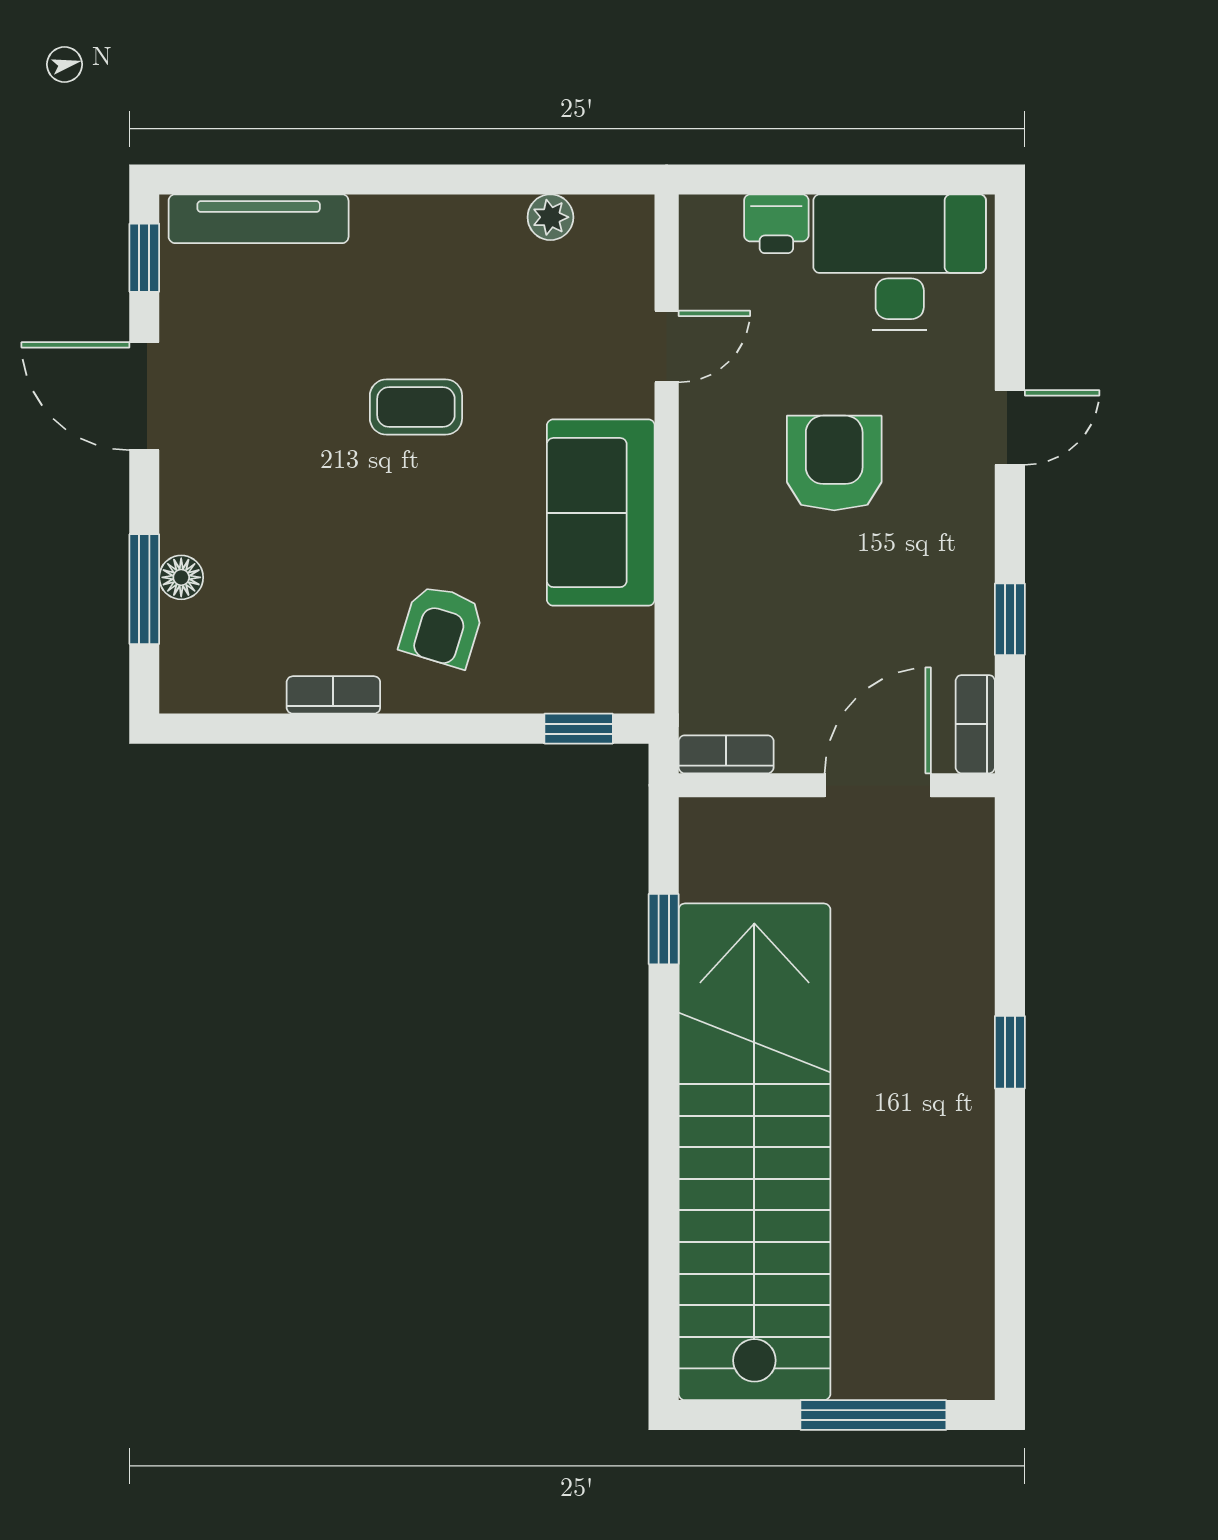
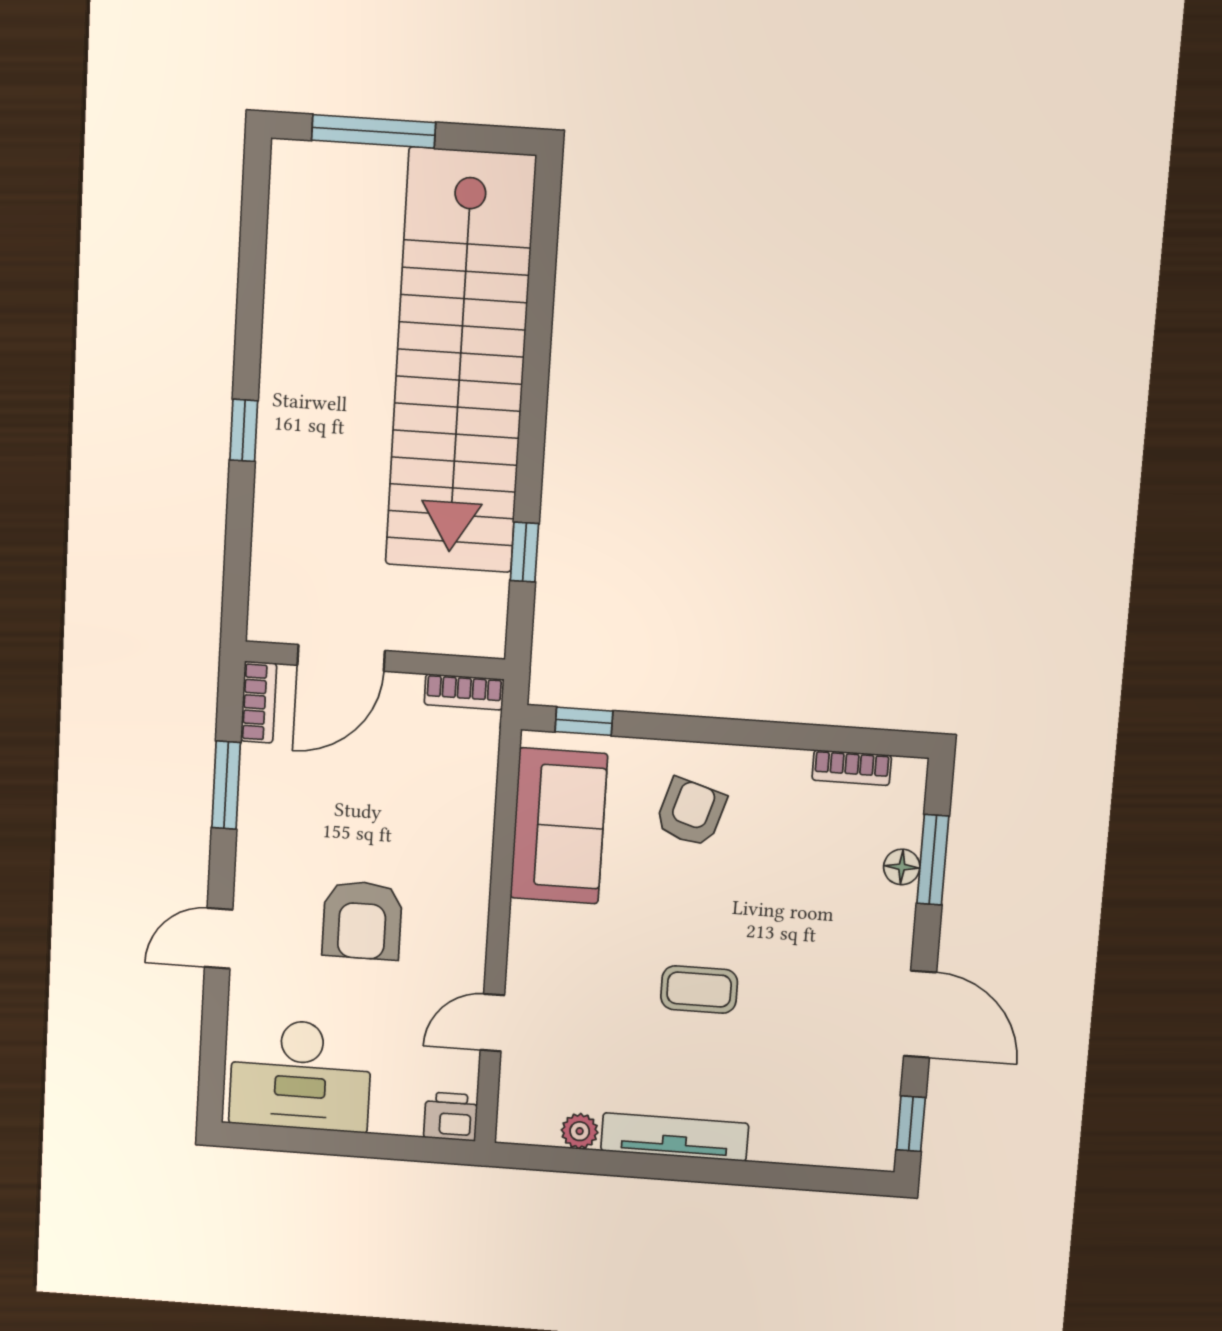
tv unit: (259, 219) -> (675, 1137), moved
printer: (776, 224) -> (451, 1117), moved
sofa: (601, 513) -> (559, 826), moved
window: (1010, 619) -> (226, 785), width x1.50
bookcase: (333, 695) -> (852, 768), moved

